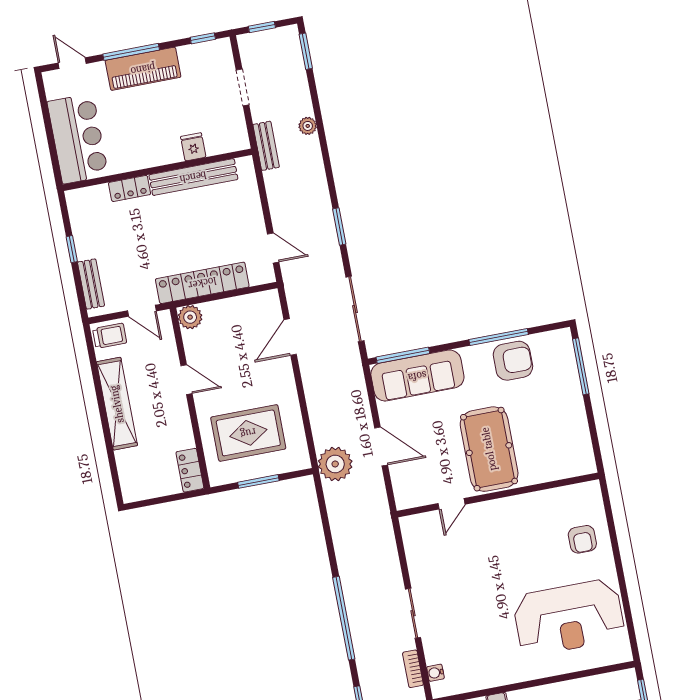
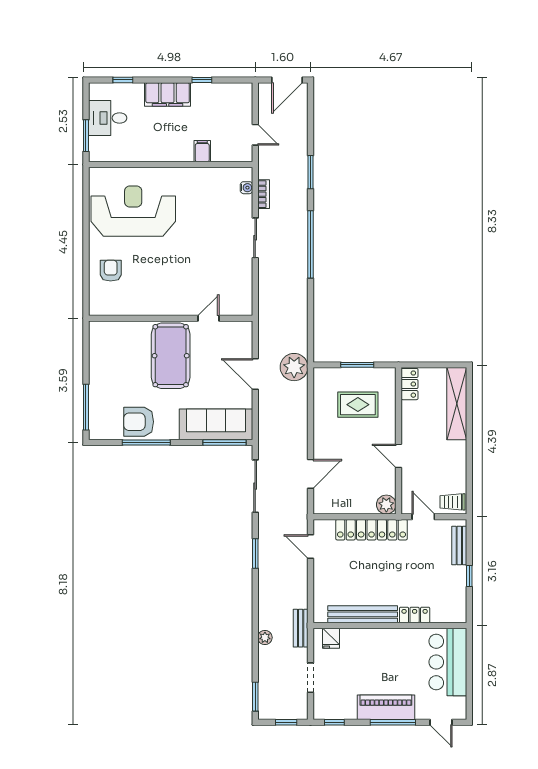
fridge: (193, 147) -> (331, 638), moved
shelving: (117, 404) -> (457, 404), moved
rug: (248, 433) -> (358, 405), width x0.73, depth x0.70

